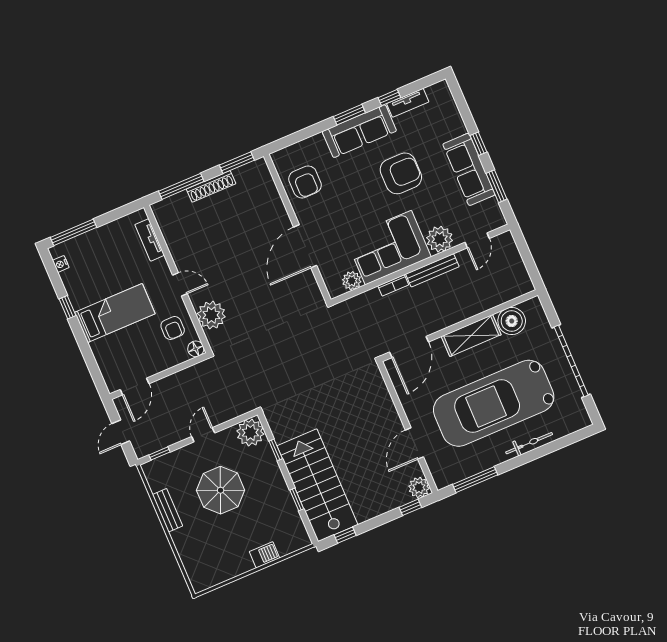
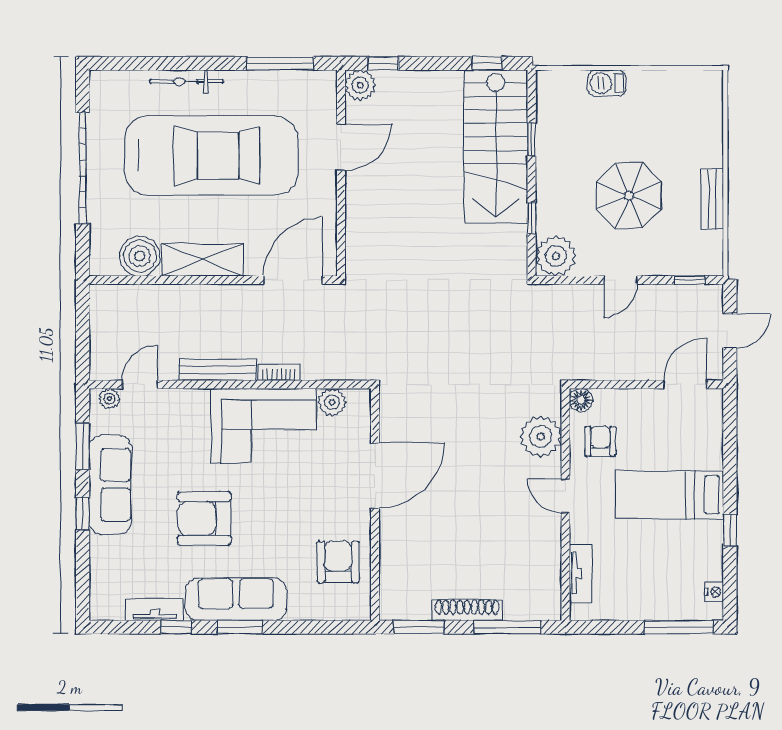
plant: (440, 239) -> (110, 399), moved, width x0.53, depth x0.53

